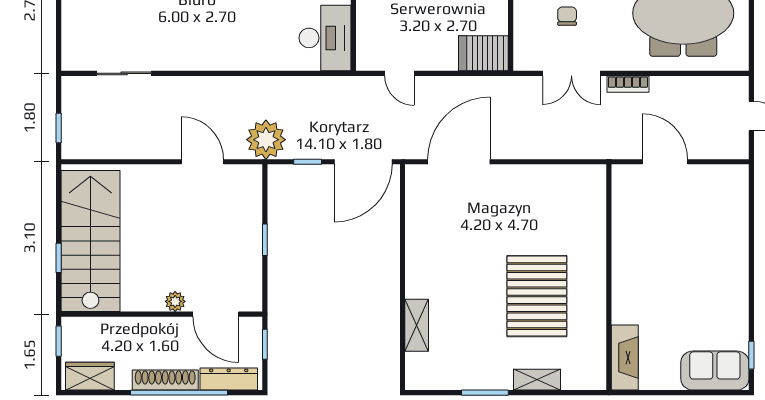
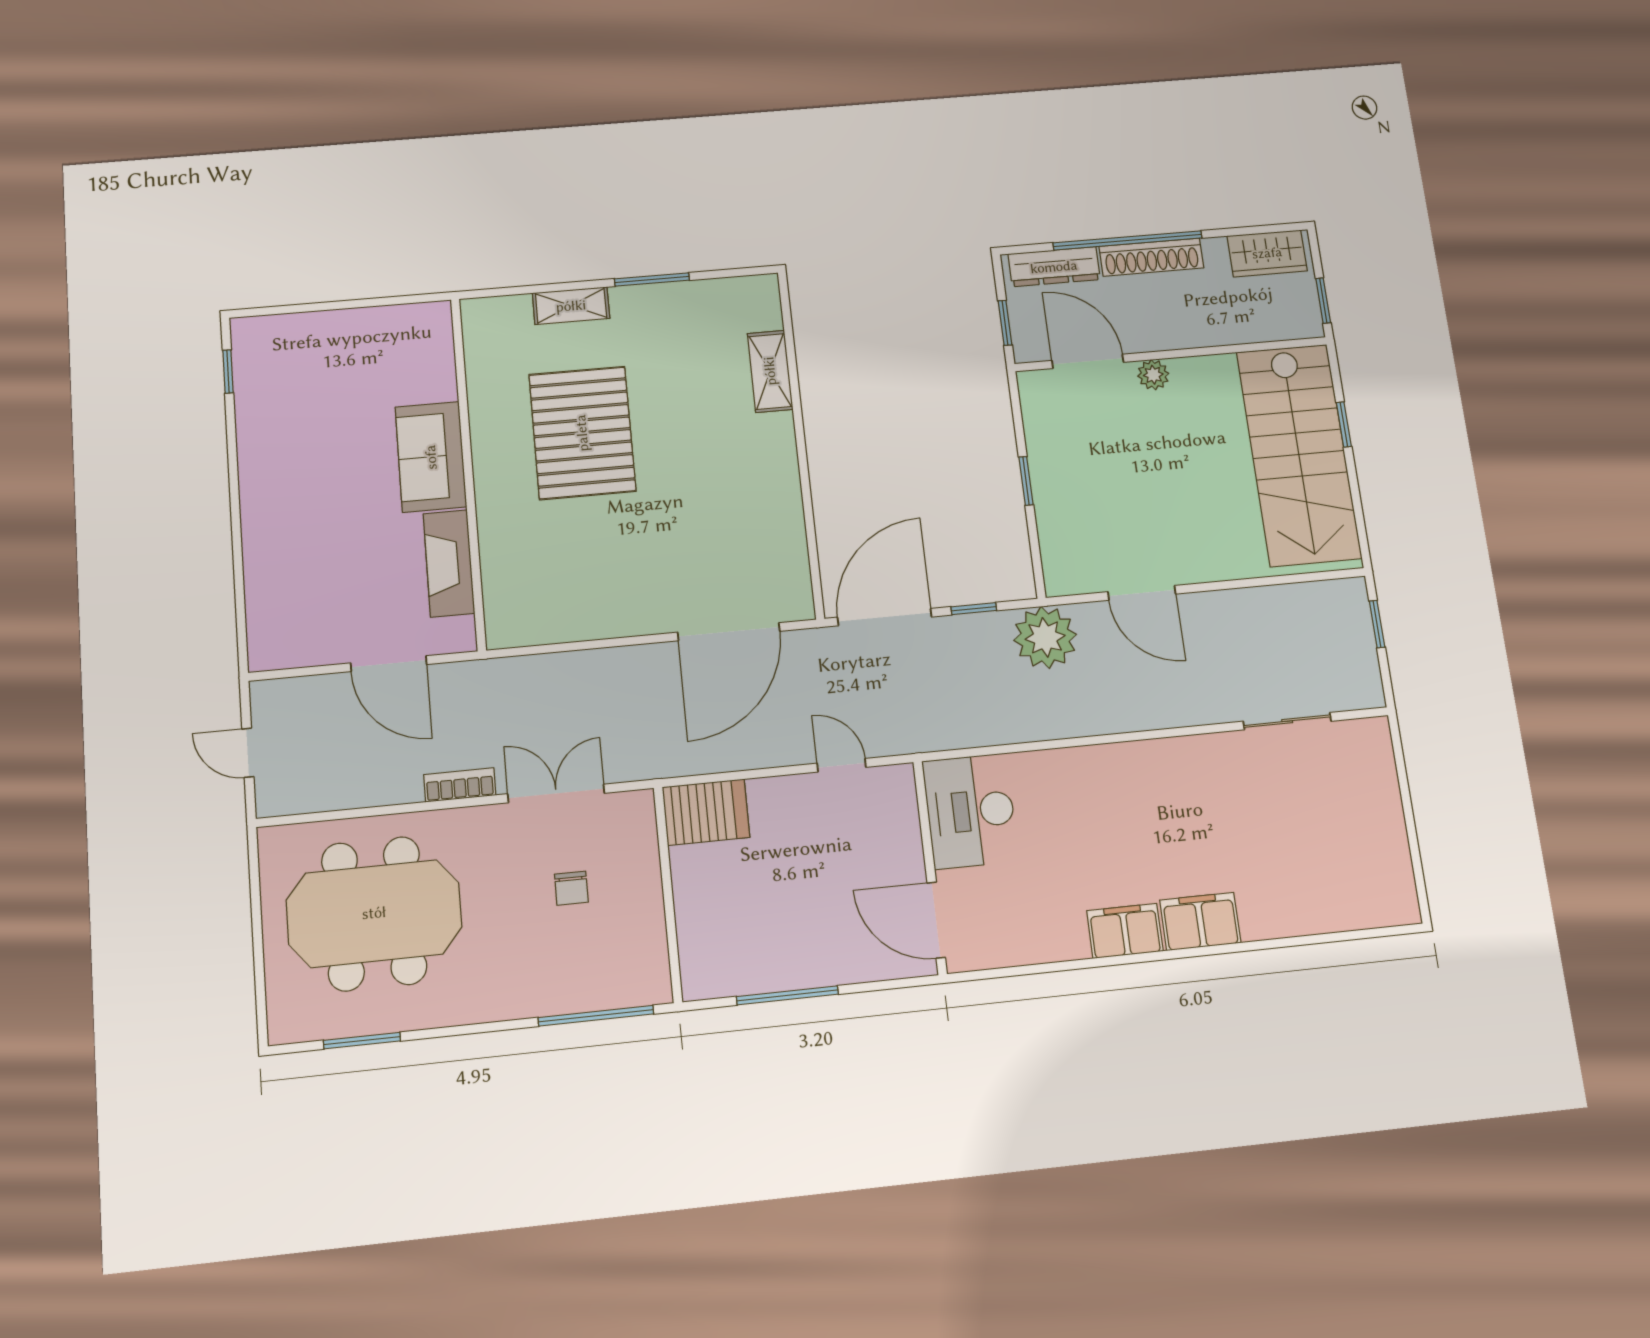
fireplace: (625, 358) -> (449, 563), moved
sofa: (715, 371) -> (431, 457), moved, turned 90

